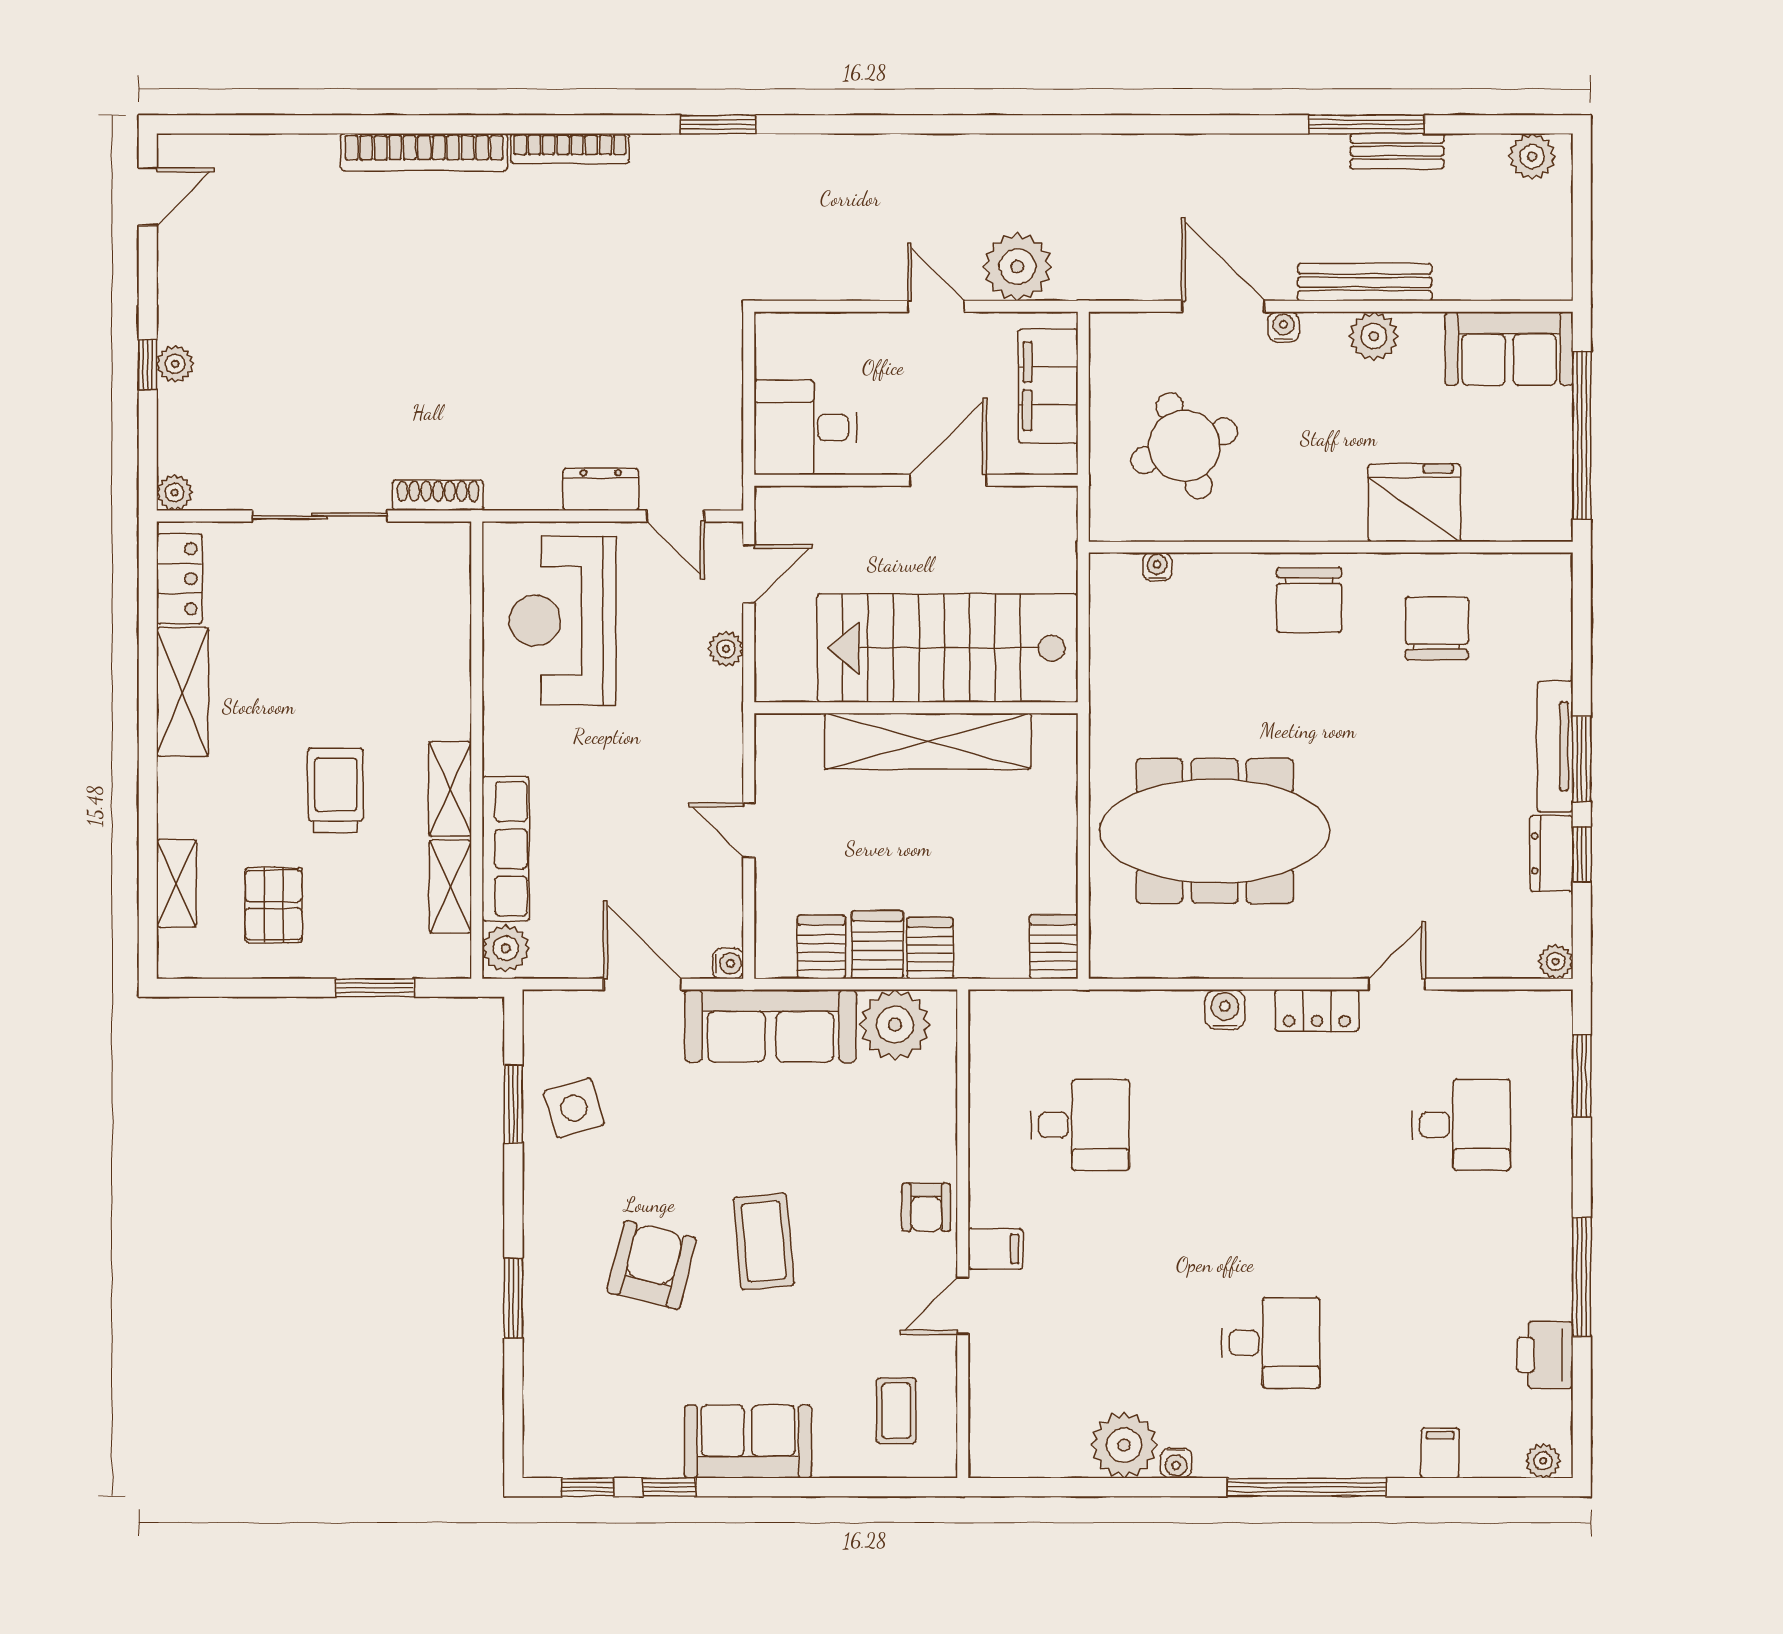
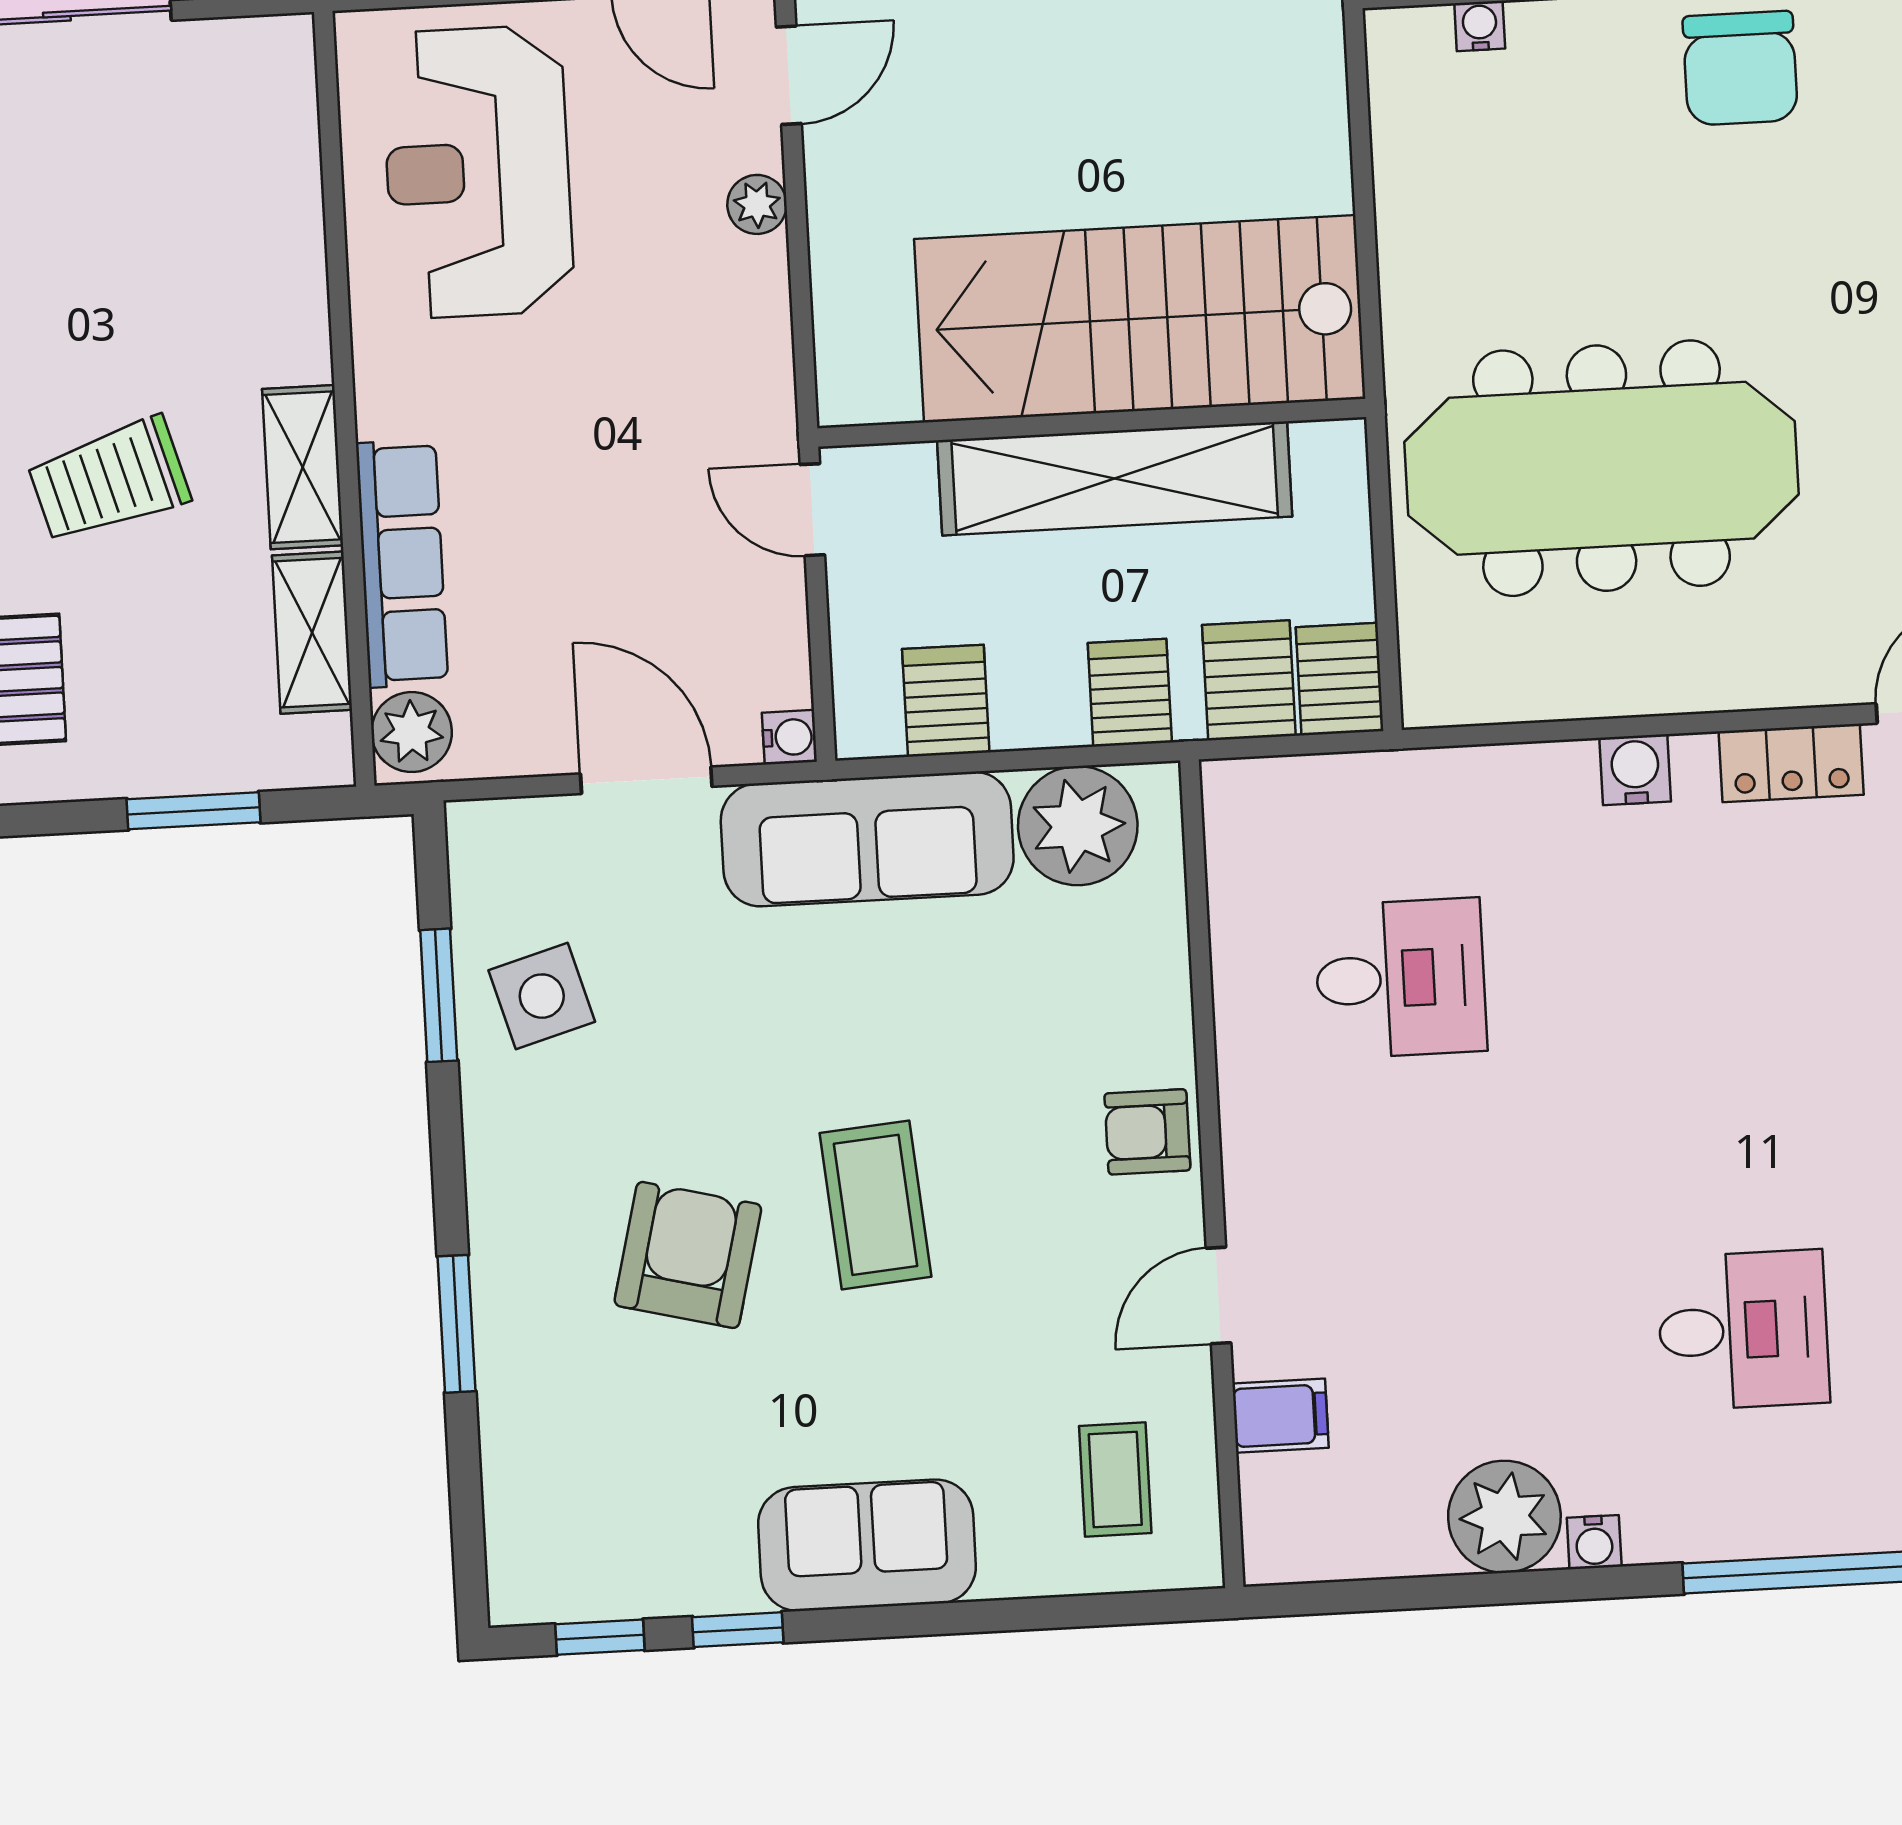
stairs: (948, 648) -> (1140, 319), moved
wall: (916, 708) -> (1092, 423), moved
shelving: (928, 741) -> (1115, 478), moved
trolley: (336, 790) -> (109, 480), turned -106
server rack: (877, 945) -> (1249, 680), moved
armchair: (926, 1207) -> (1147, 1132), turned 90
filing cabinet: (995, 1249) -> (1281, 1416), moved

